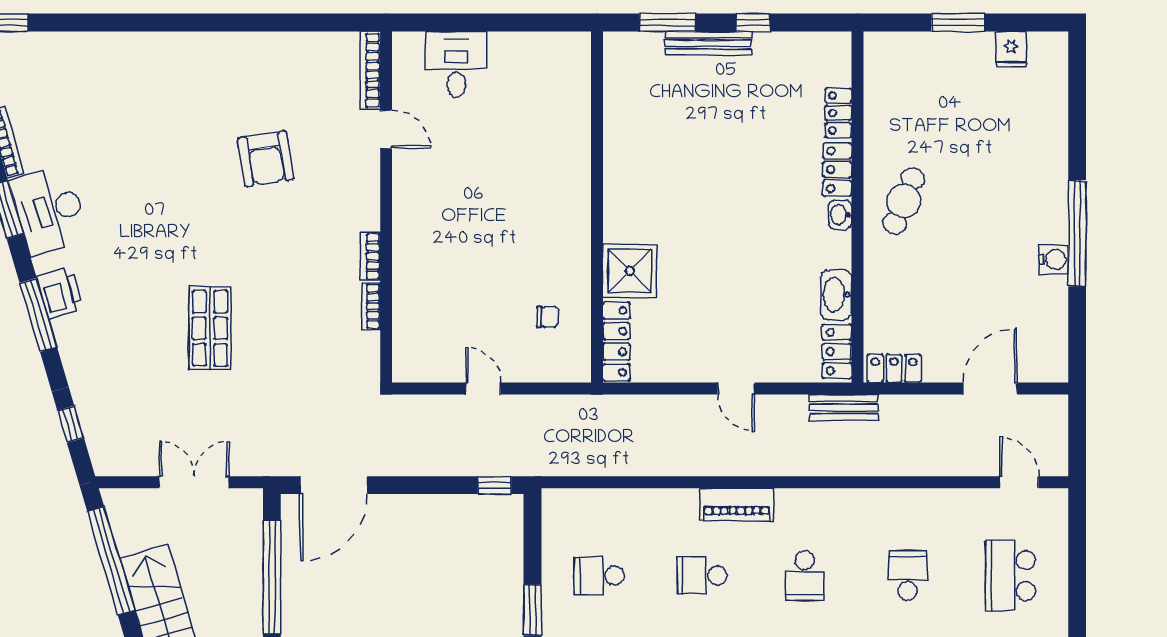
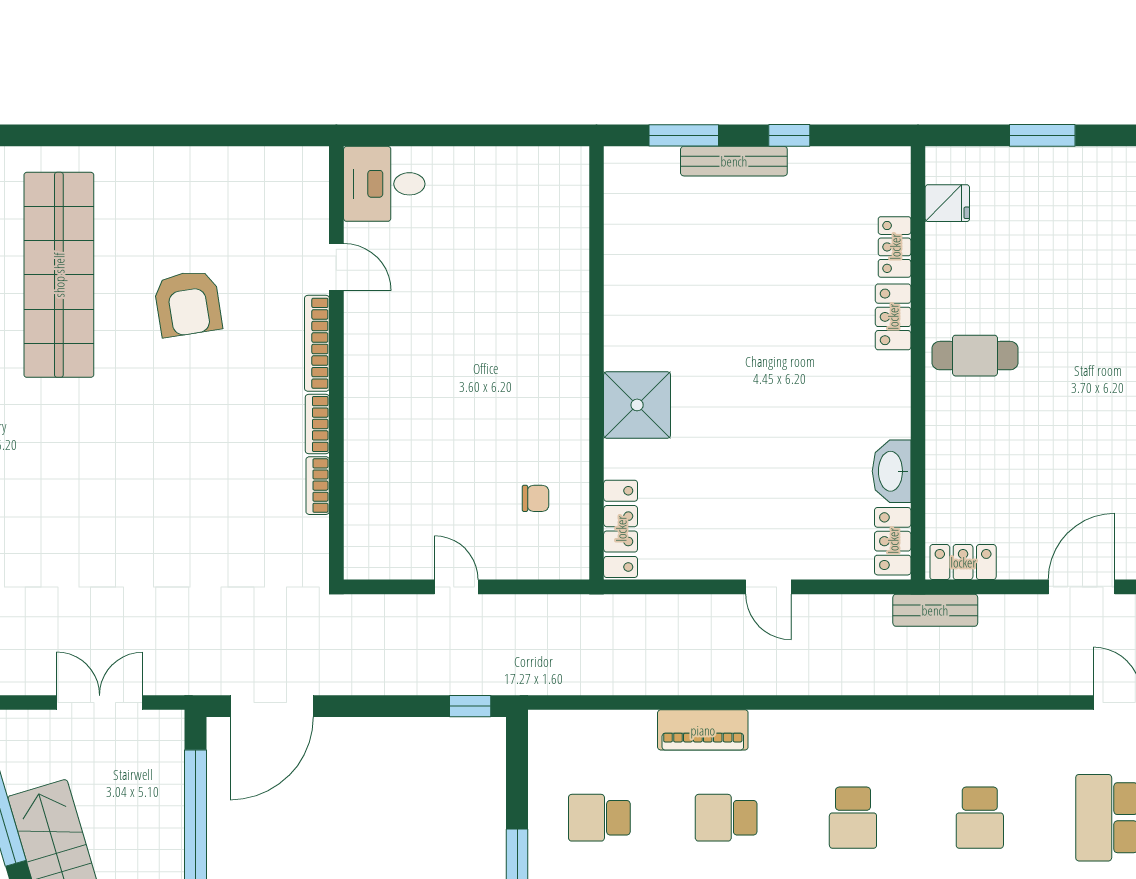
fridge: (1011, 49) -> (947, 203), moved, turned -90
desk: (456, 64) -> (384, 184), moved, turned -90
bookcase: (370, 70) -> (317, 343), moved
cafe table: (904, 201) -> (975, 356), turned 68
washbasin: (840, 215) -> (896, 373), removed
shower: (630, 271) -> (637, 405), moved
shop shelf: (210, 328) -> (59, 275), moved, width x2.00, depth x1.36
bench: (844, 407) -> (935, 610), moved
piano: (737, 504) -> (703, 730), moved
school desk: (908, 576) -> (980, 818), turned 180

